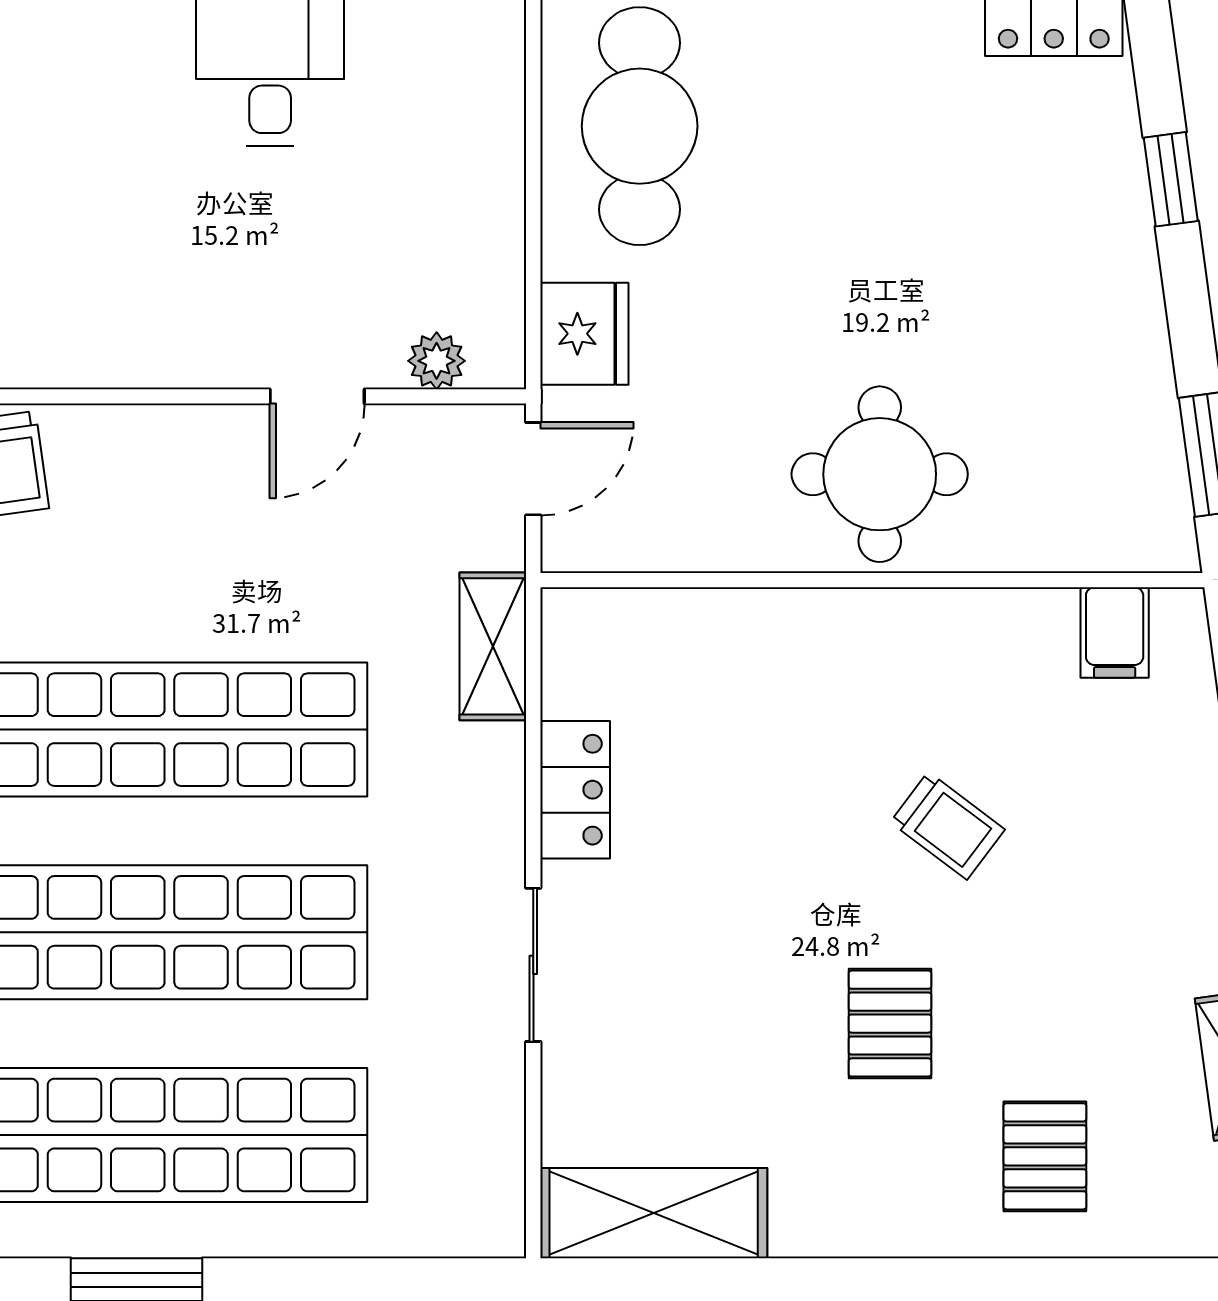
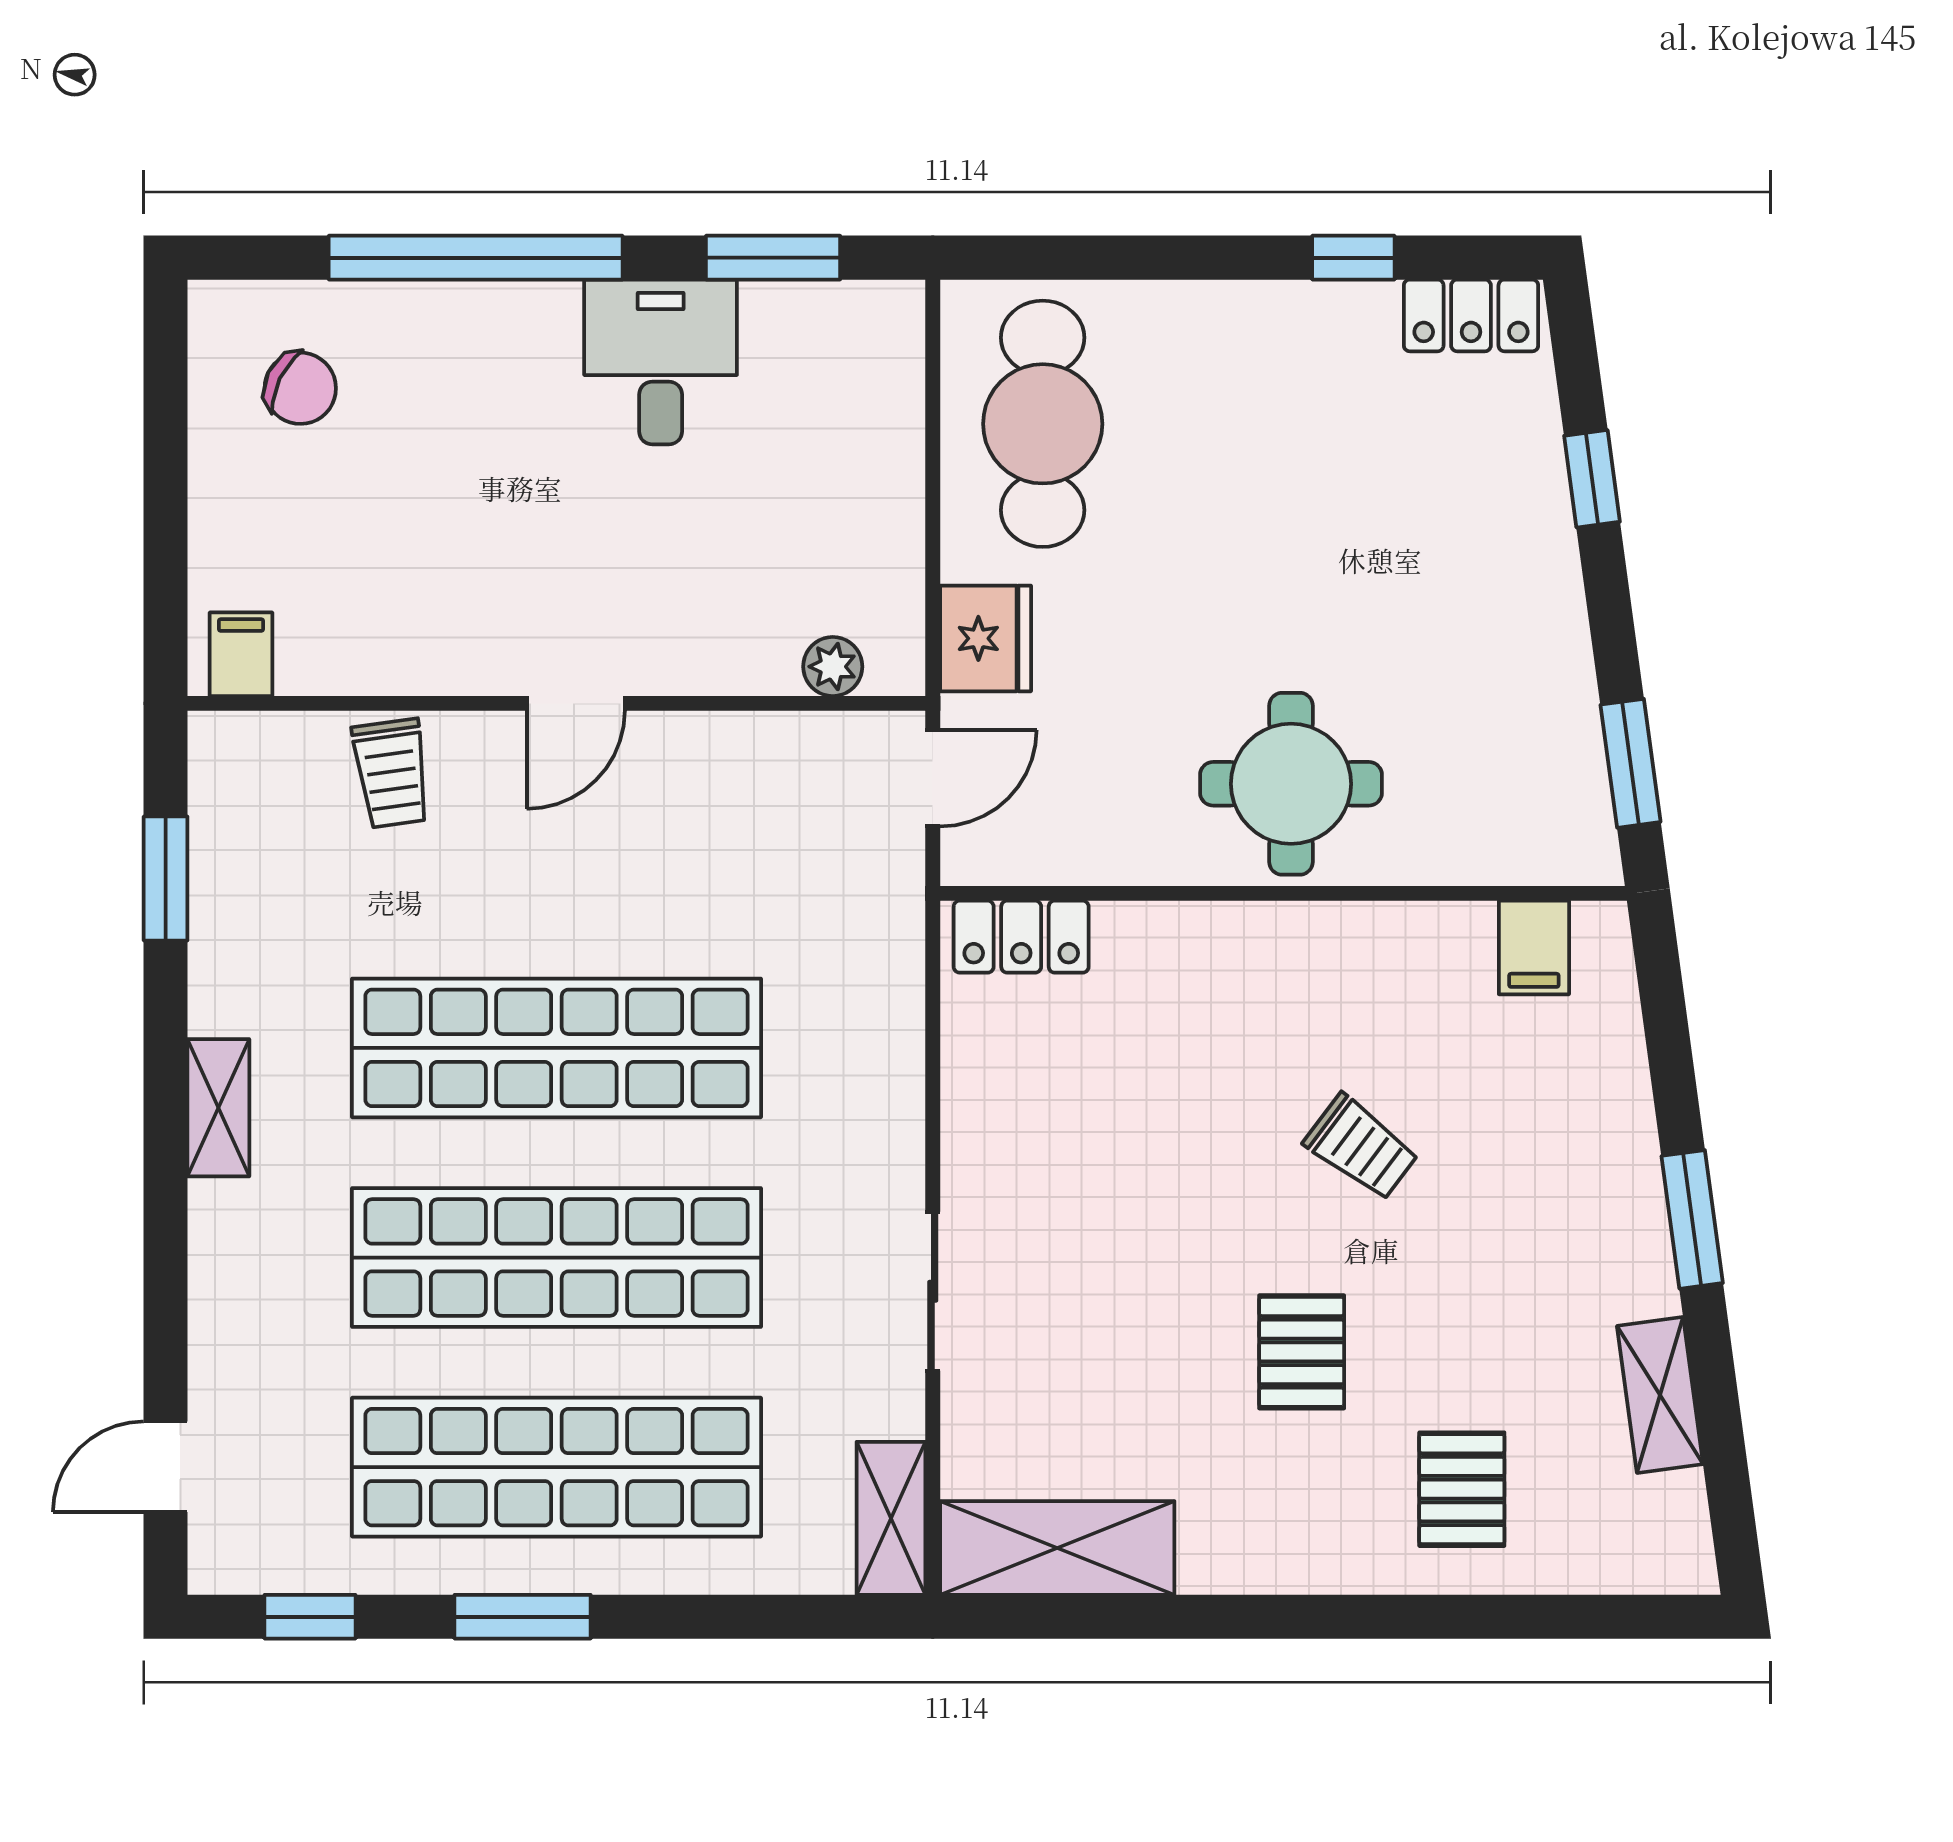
door: (317, 396) -> (576, 703), moved
shelving: (493, 646) -> (891, 1518), moved
locker: (575, 790) -> (1021, 937), moved, turned 90

